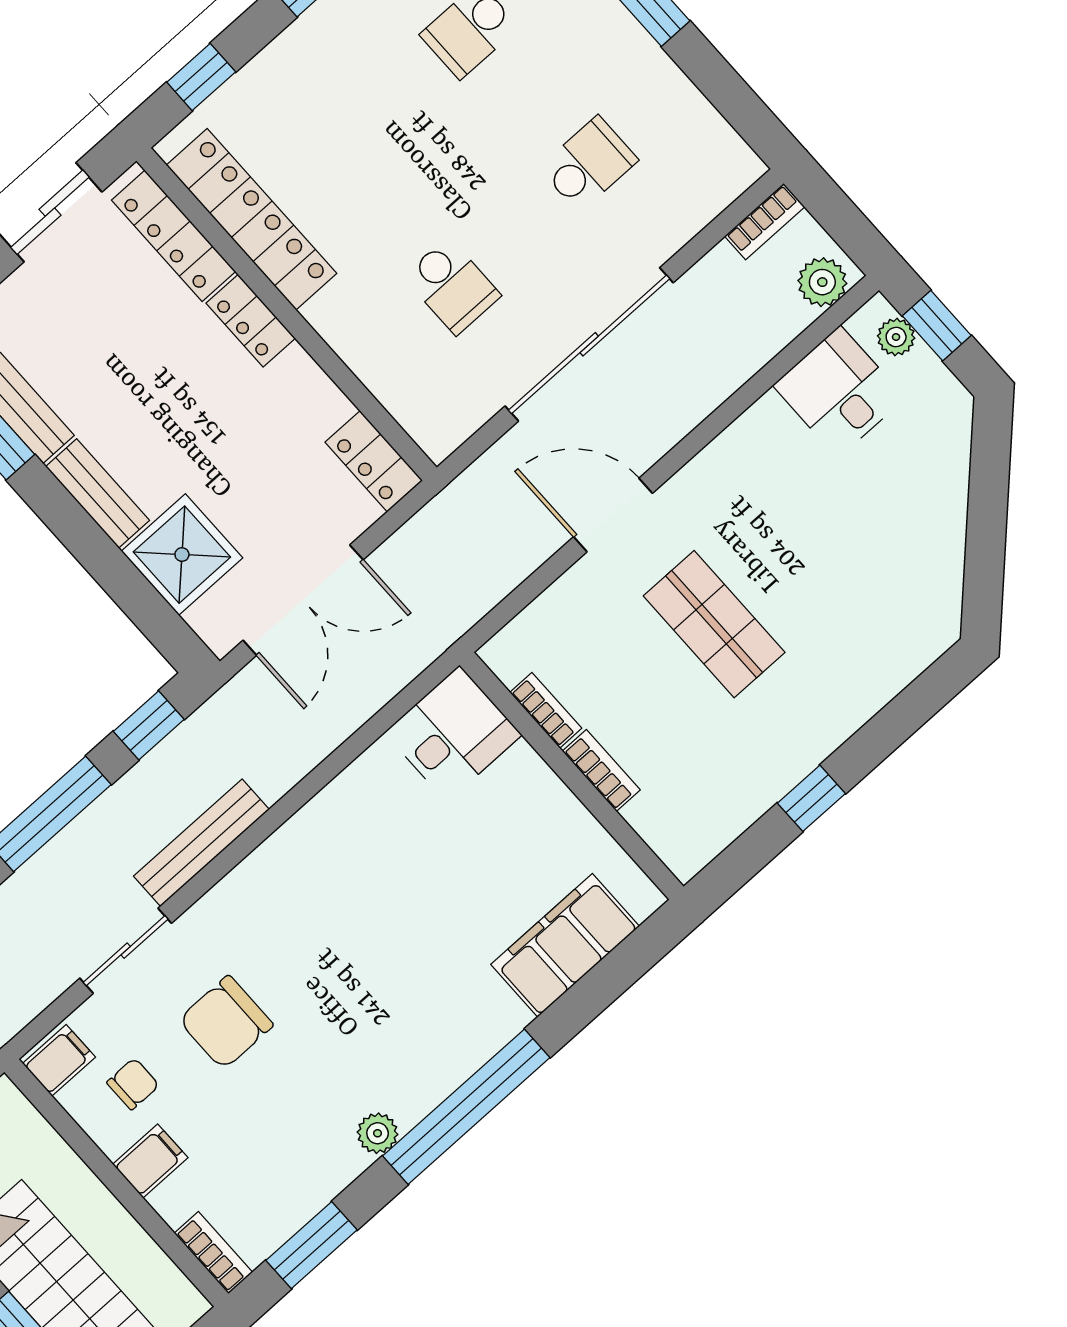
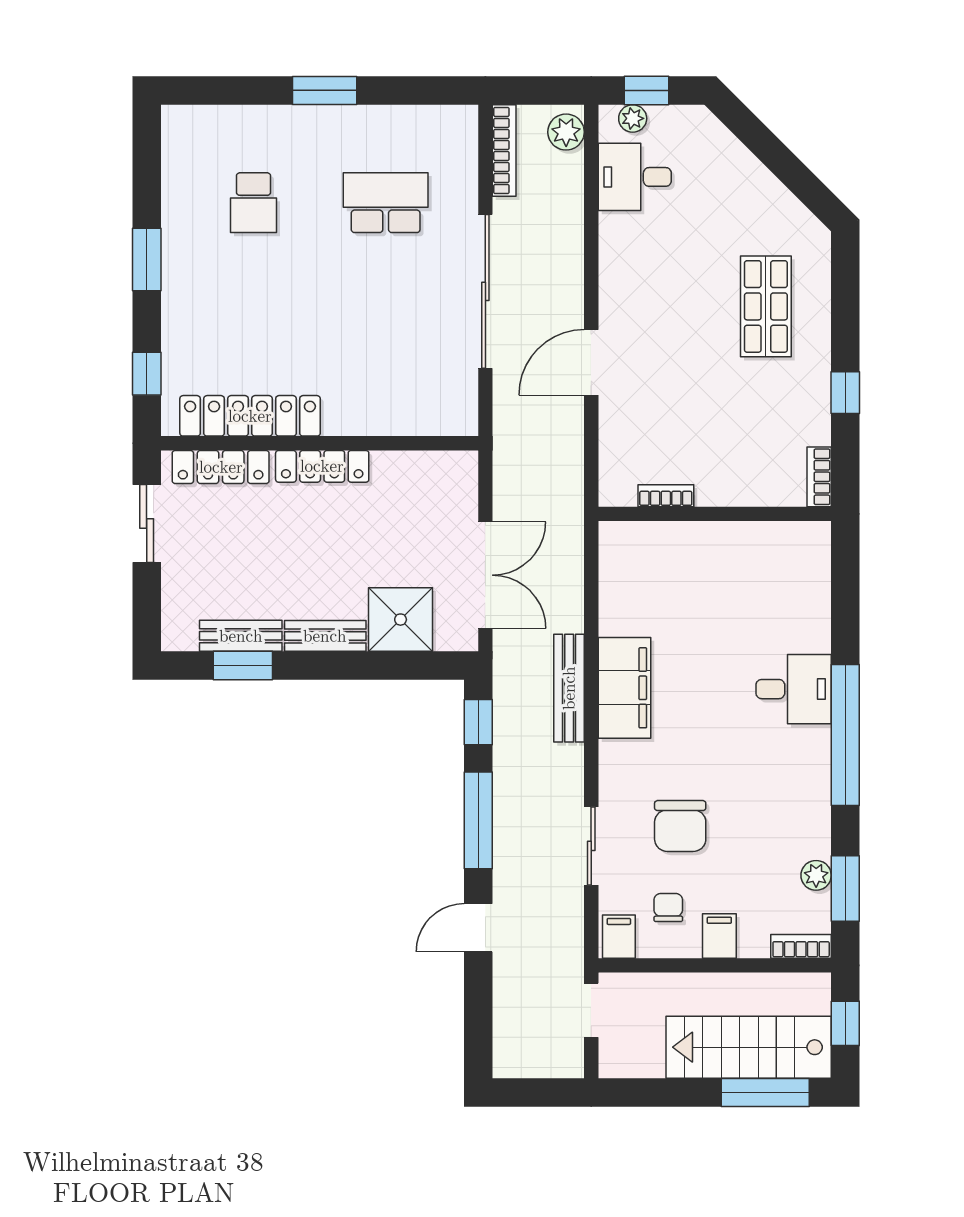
school desk: (589, 164) -> (386, 203), width x1.85
bookcase: (765, 221) -> (504, 150), width x1.56
school desk: (452, 286) -> (386, 338), removed
locker: (251, 321) -> (322, 466), width x1.53
locker: (374, 461) -> (444, 468), removed
shop shelf: (714, 624) -> (766, 306), moved, turned 90
desk: (453, 734) -> (794, 689), moved, turned 90
bookcase: (601, 771) -> (819, 477), moved, turned -90
bench: (201, 843) -> (569, 688), moved
filing cabinet: (565, 945) -> (624, 688), moved, turned 180
plant: (378, 1133) -> (816, 875), moved

